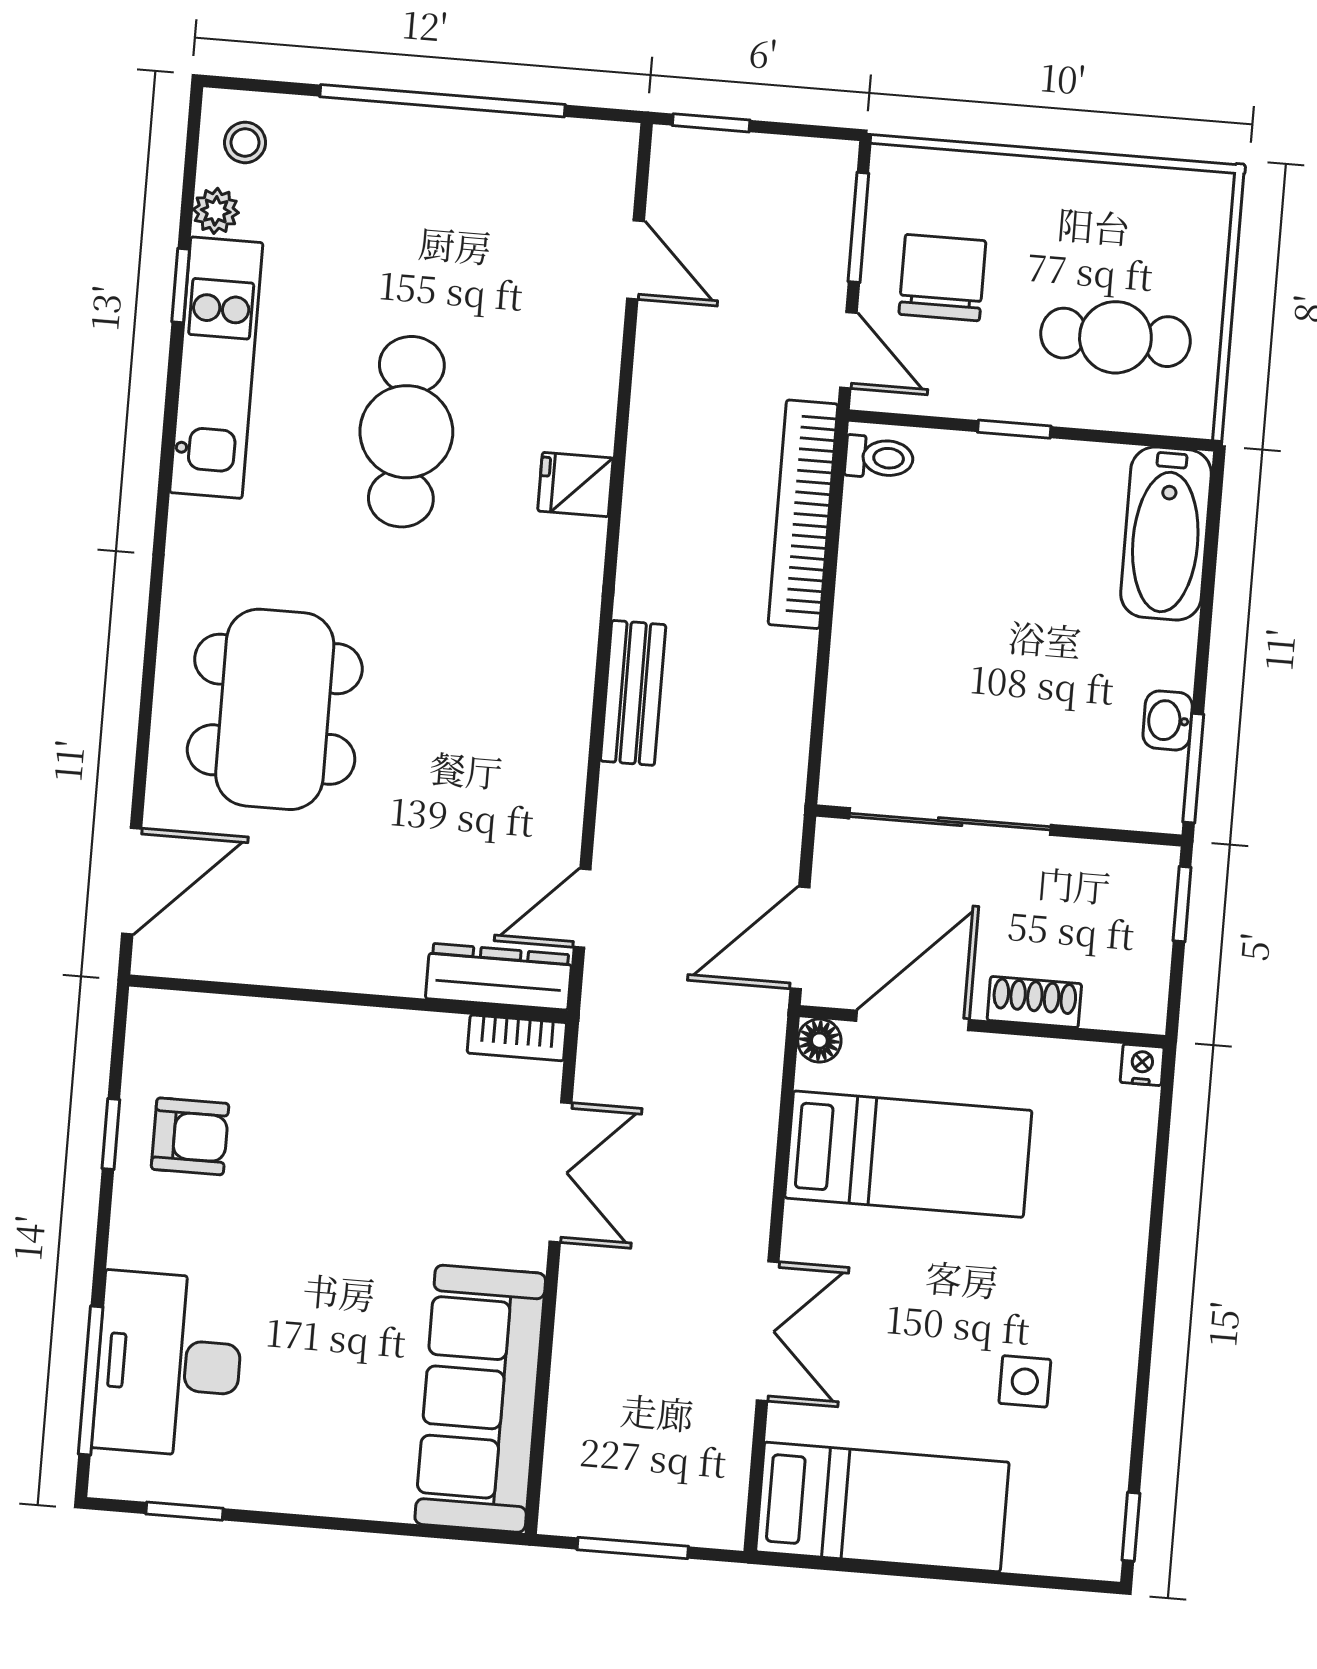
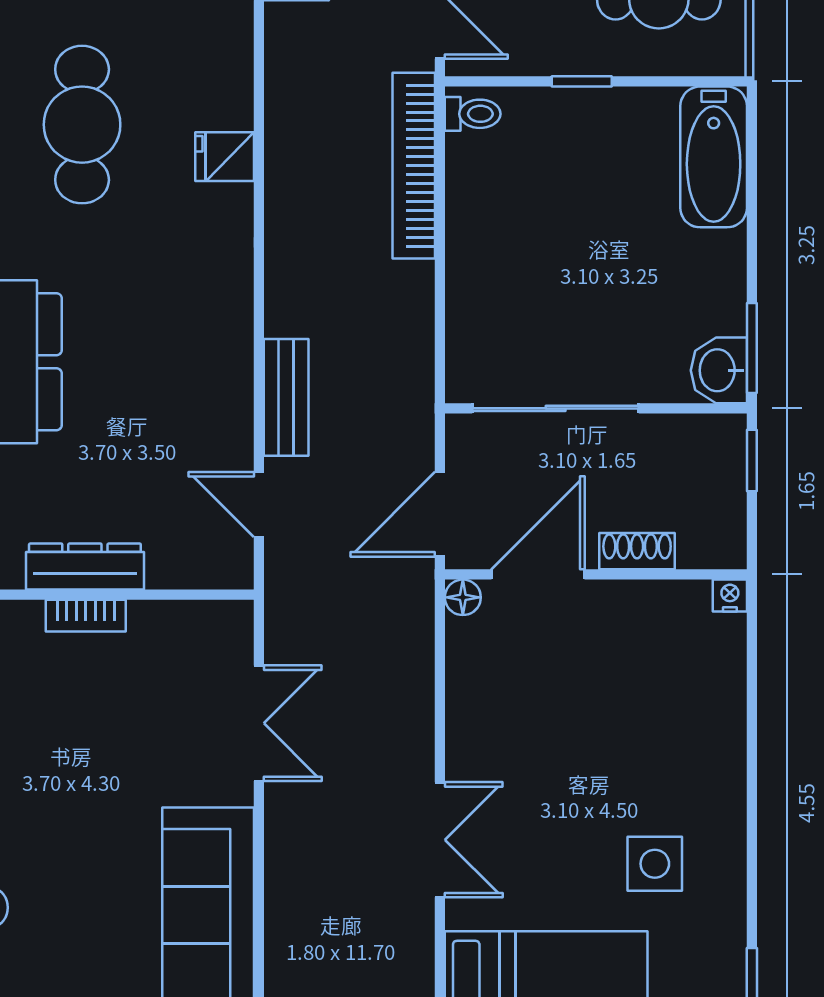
bench: (633, 693) -> (286, 397), moved
washbasin: (1168, 720) -> (719, 370), moved, width x1.38, depth x1.45
door: (582, 908) -> (259, 505), hinge flipped
dresser: (499, 977) -> (85, 567), moved
bookcase: (517, 1038) -> (86, 616), moved
bed: (908, 1154) -> (544, 685), removed
side table: (1025, 1381) -> (655, 864), width x1.37, depth x1.37

